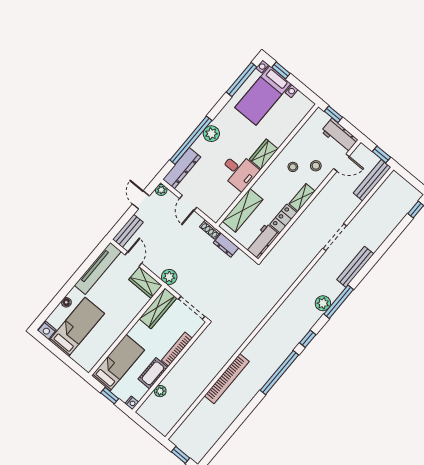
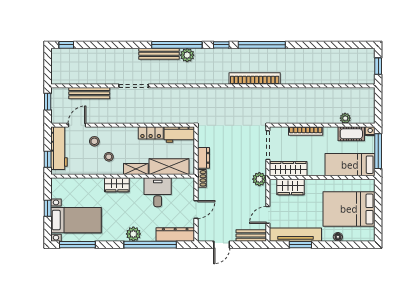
window: (281, 70) -> (48, 208), moved
workbench: (340, 136) -> (59, 148), width x1.38
door: (341, 163) -> (77, 125), hinge flipped
desk: (239, 171) -> (158, 192), moved
bench: (372, 180) -> (89, 93), moved
plant: (161, 190) -> (203, 236), removed
shelving: (302, 198) -> (136, 169), moved
window: (86, 266) -> (300, 245), added
bench: (355, 267) -> (159, 54), moved
wardrobe: (145, 283) -> (290, 187), moved, turned 90
window: (339, 302) -> (177, 45), width x1.46
bed: (77, 327) -> (349, 209), width x1.50
nightstand: (47, 330) -> (369, 234), removed
cot: (153, 373) -> (351, 134), moved
bookcase: (227, 379) -> (255, 78), moved
window: (110, 396) -> (378, 151), width x2.17

